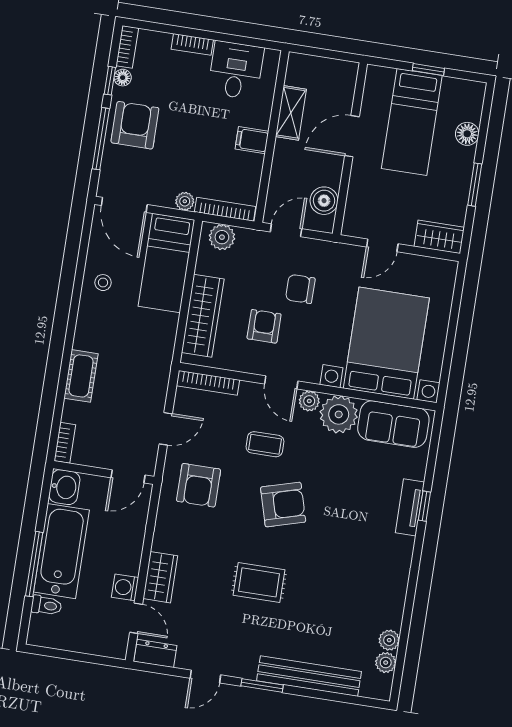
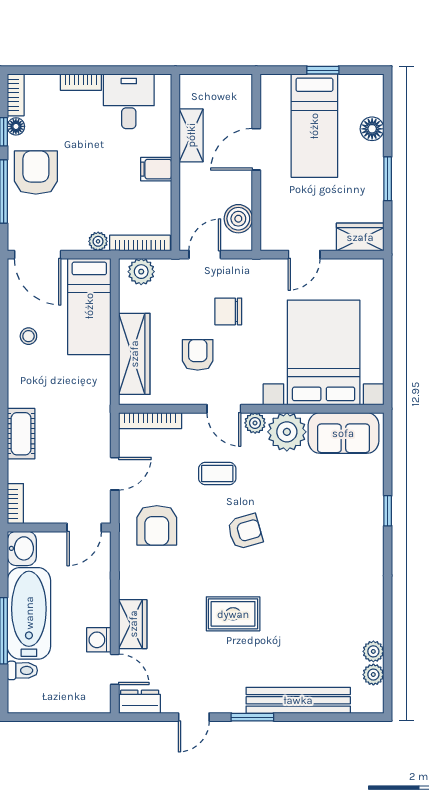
armchair: (283, 505) -> (245, 531), width x0.72, depth x0.72
tv unit: (410, 507) -> (373, 514), removed

